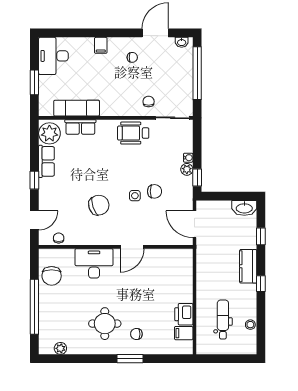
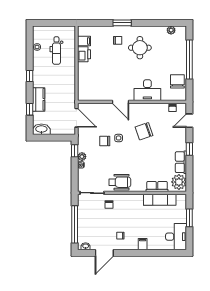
door: (132, 247) -> (121, 102), swing flipped
kitchen counter: (248, 266) -> (39, 99), moved

